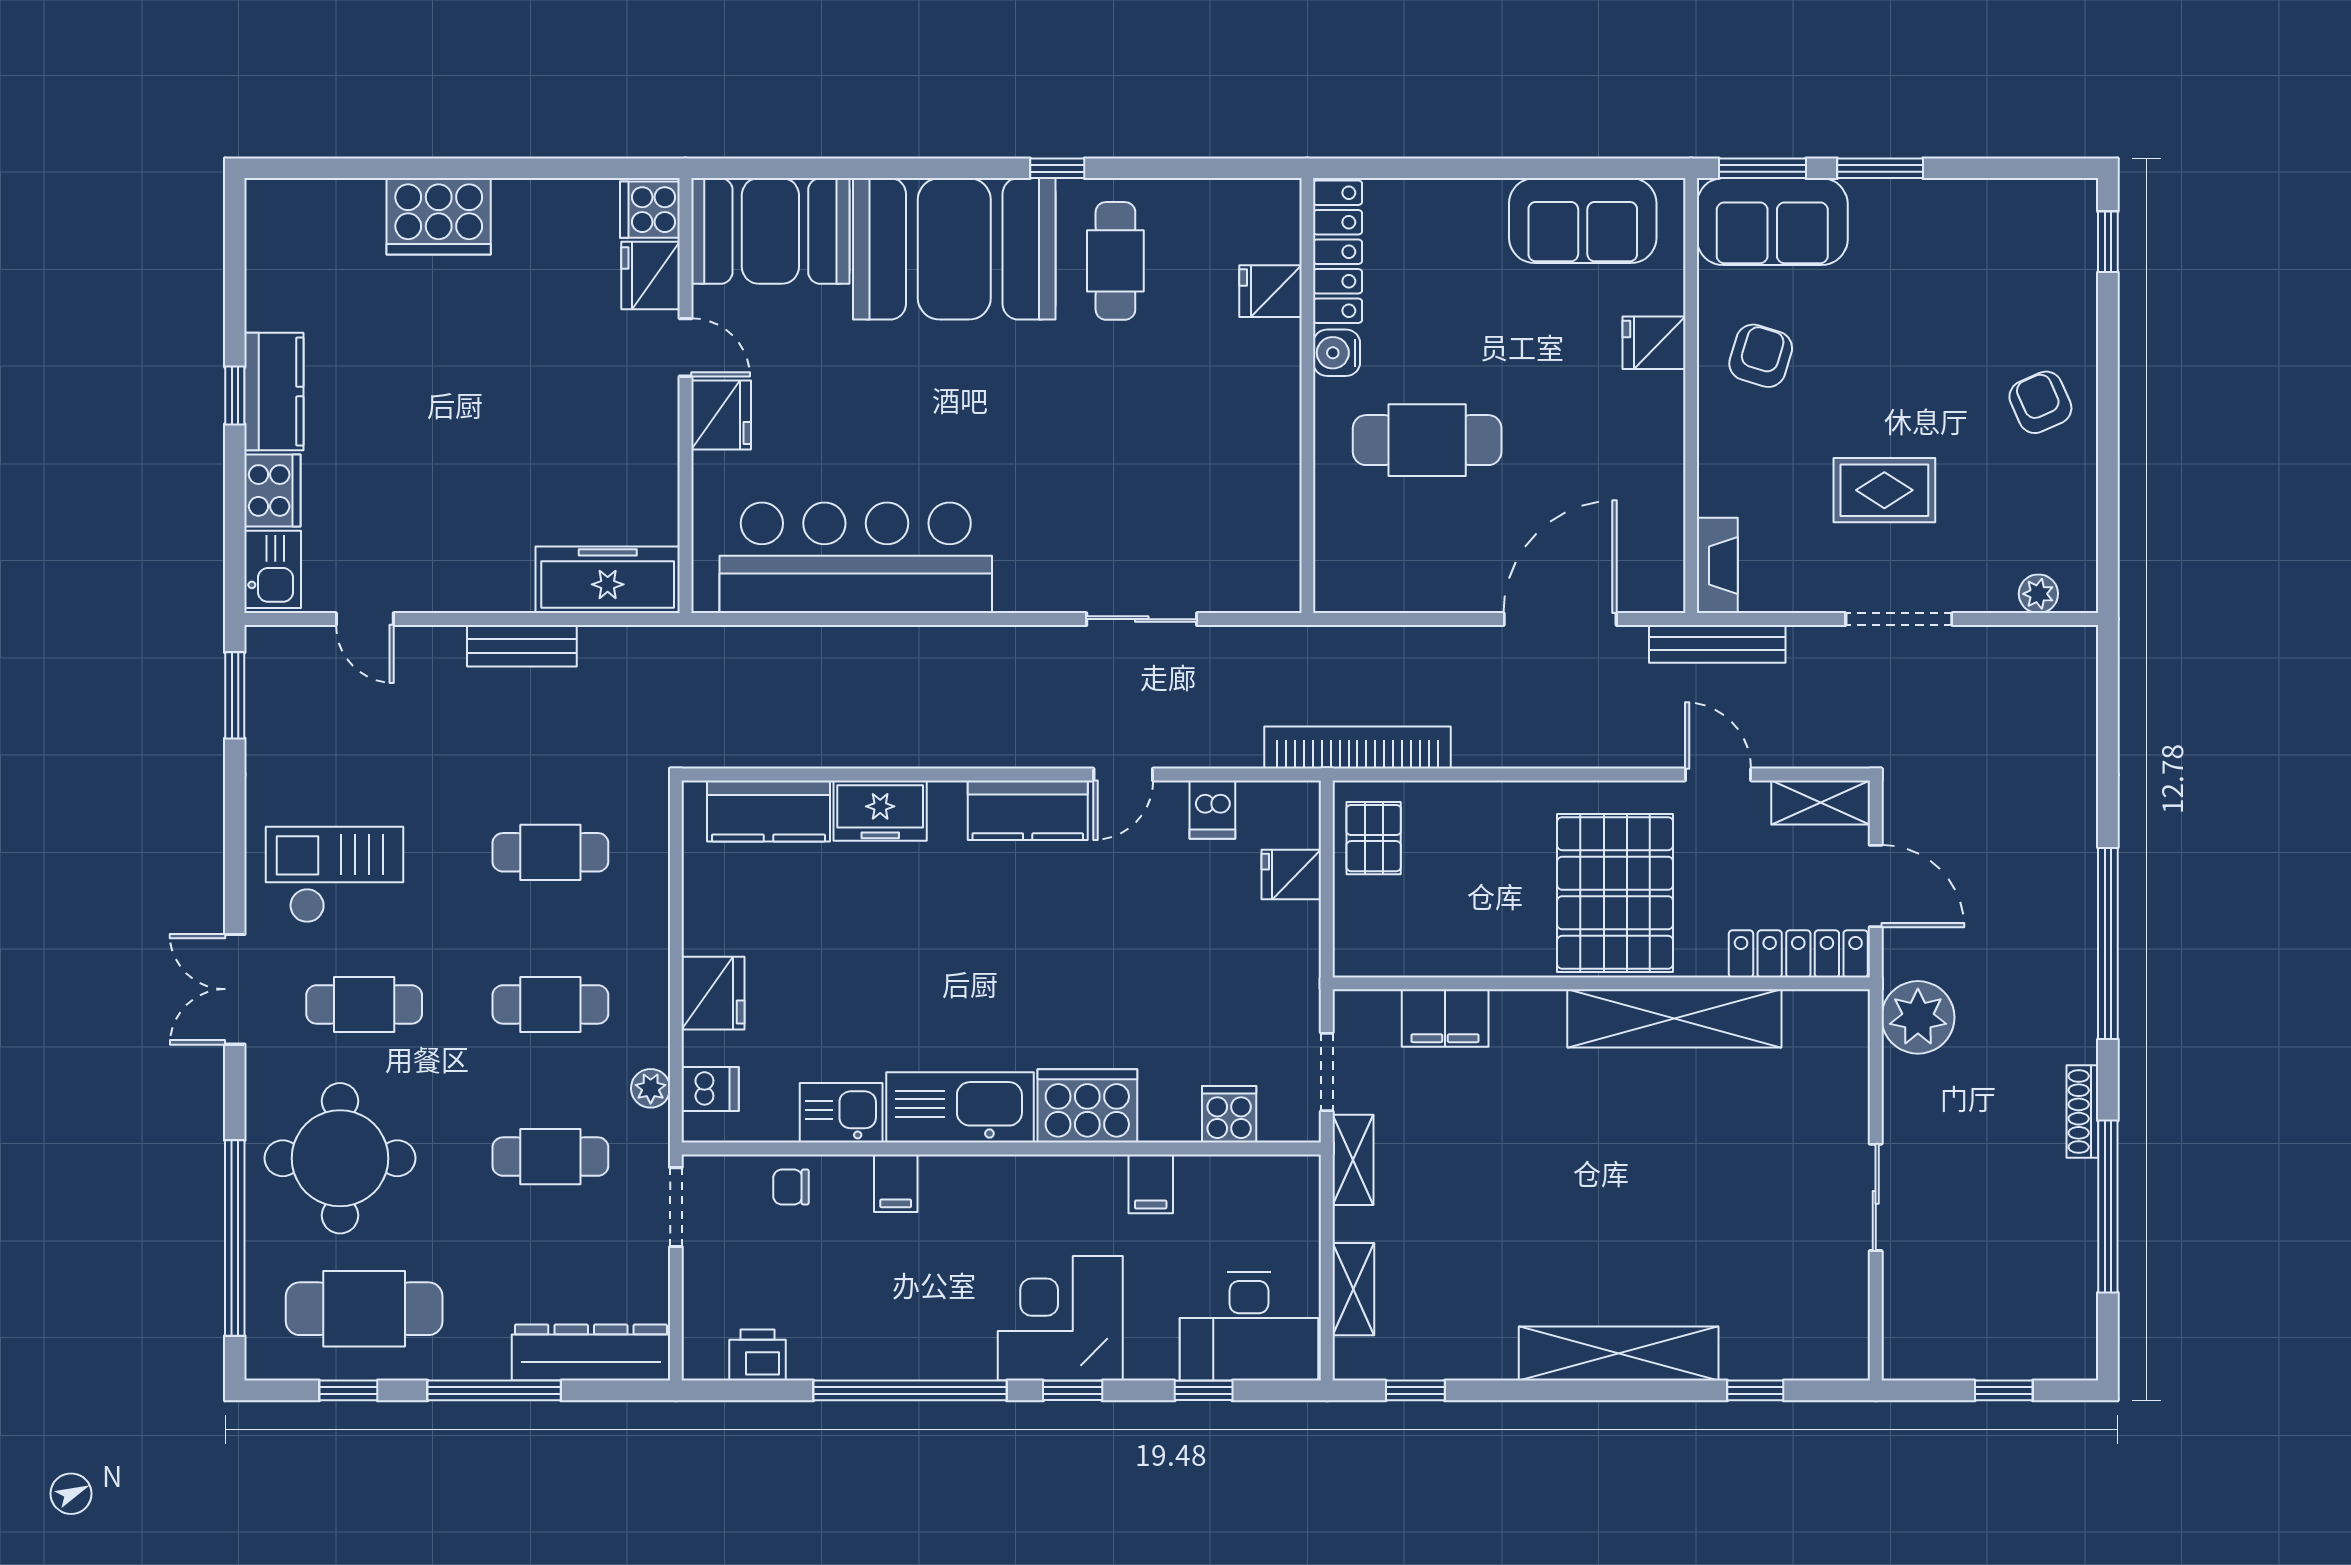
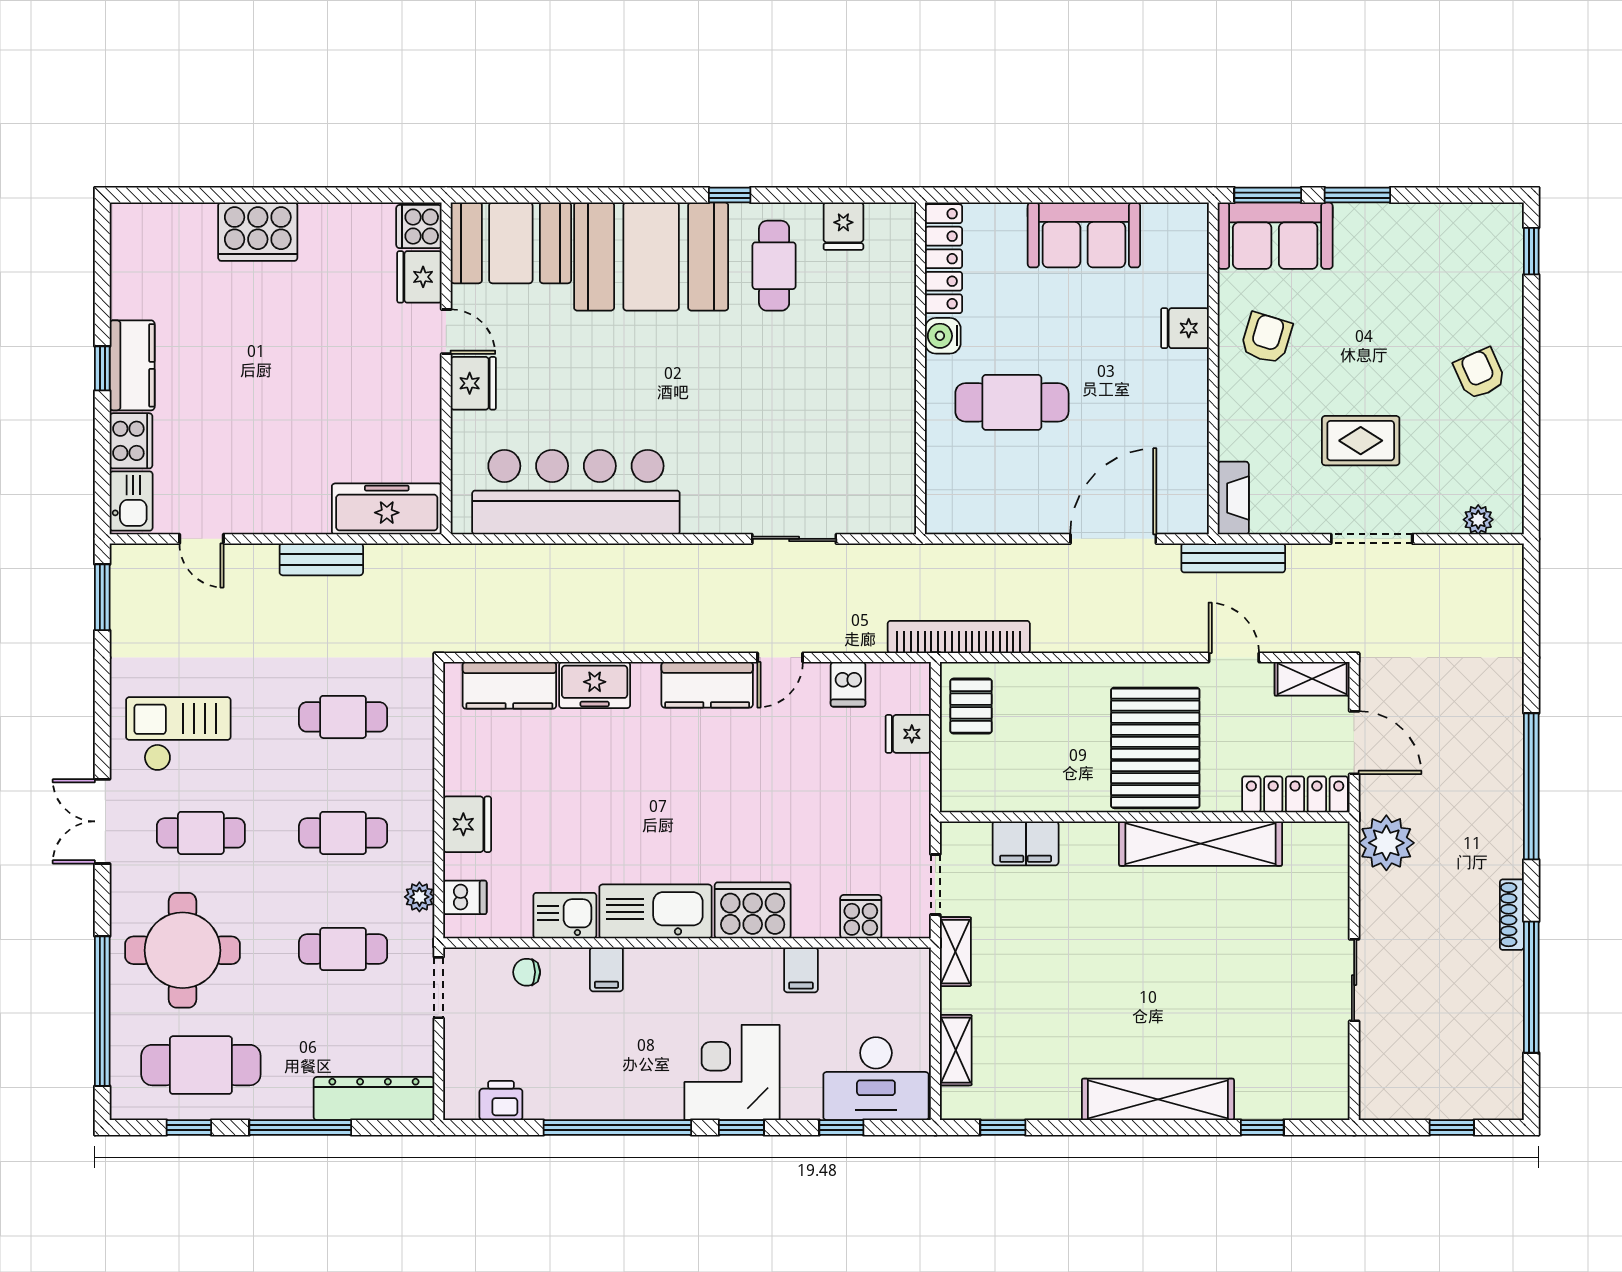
sofa: (1583, 221) -> (1084, 235), moved
fridge: (1270, 291) -> (843, 226), moved, turned -90

